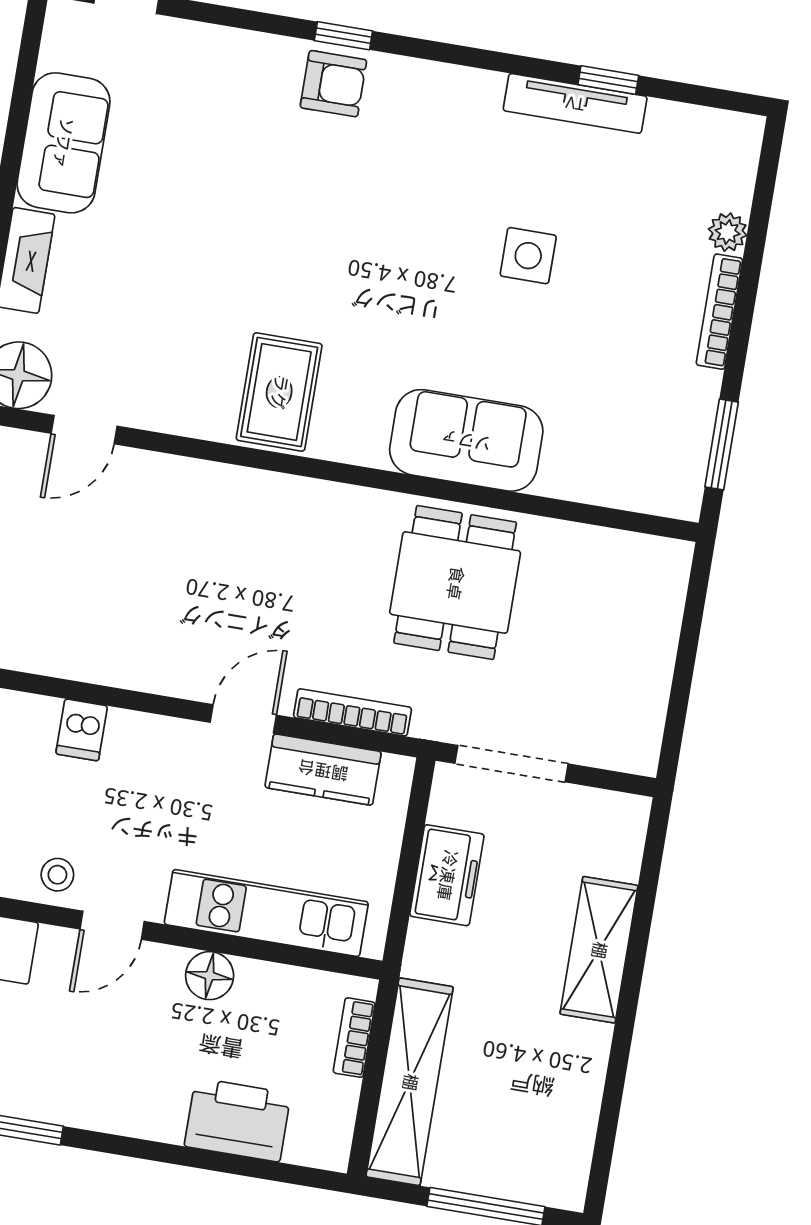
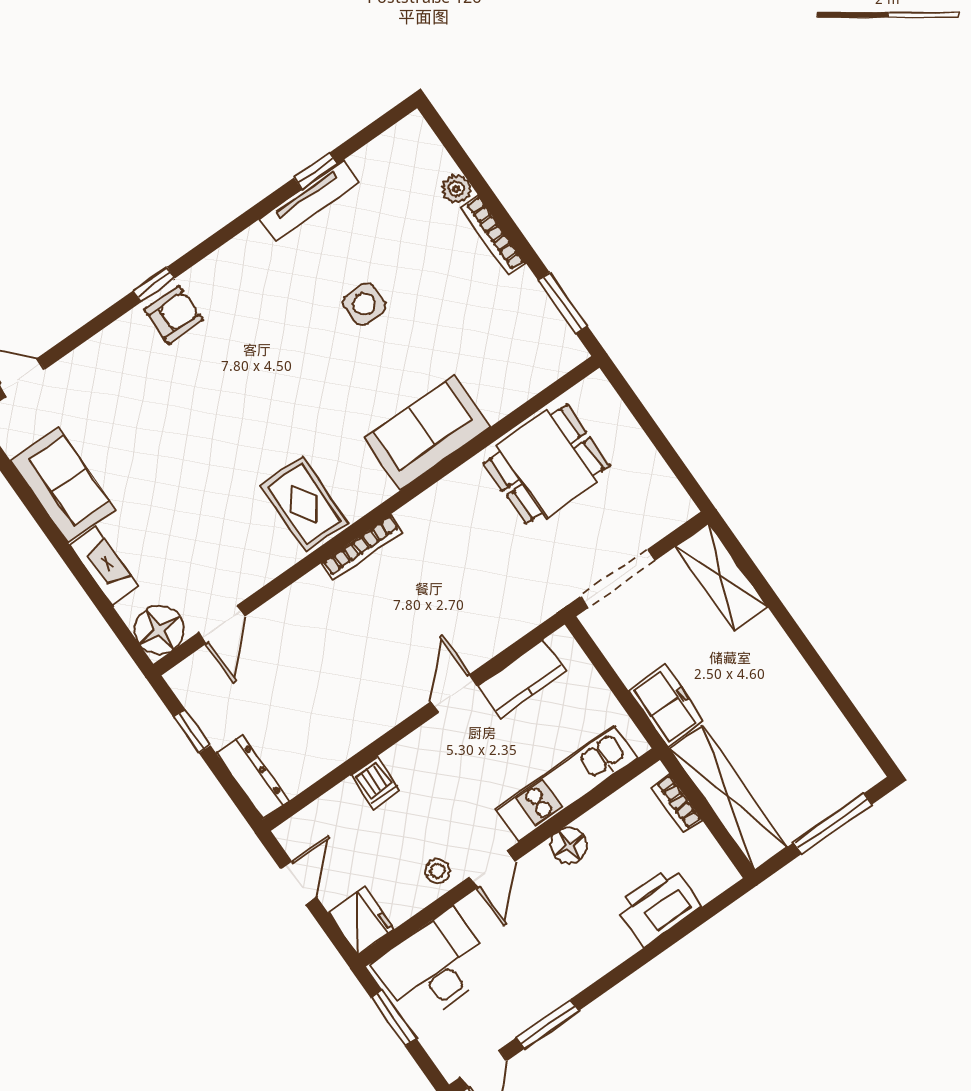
dining table: (455, 583) -> (546, 464), moved, turned 90
bookcase: (352, 712) -> (362, 547), moved, turned 180
freezer: (447, 875) -> (666, 705), moved
shelving: (599, 950) -> (722, 577), moved

